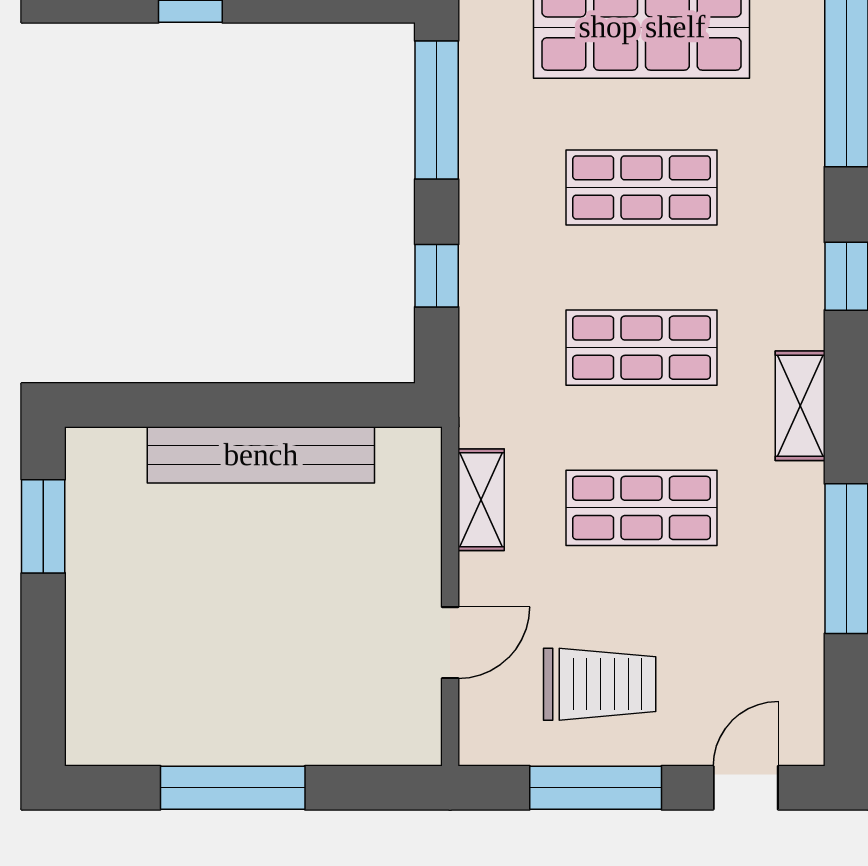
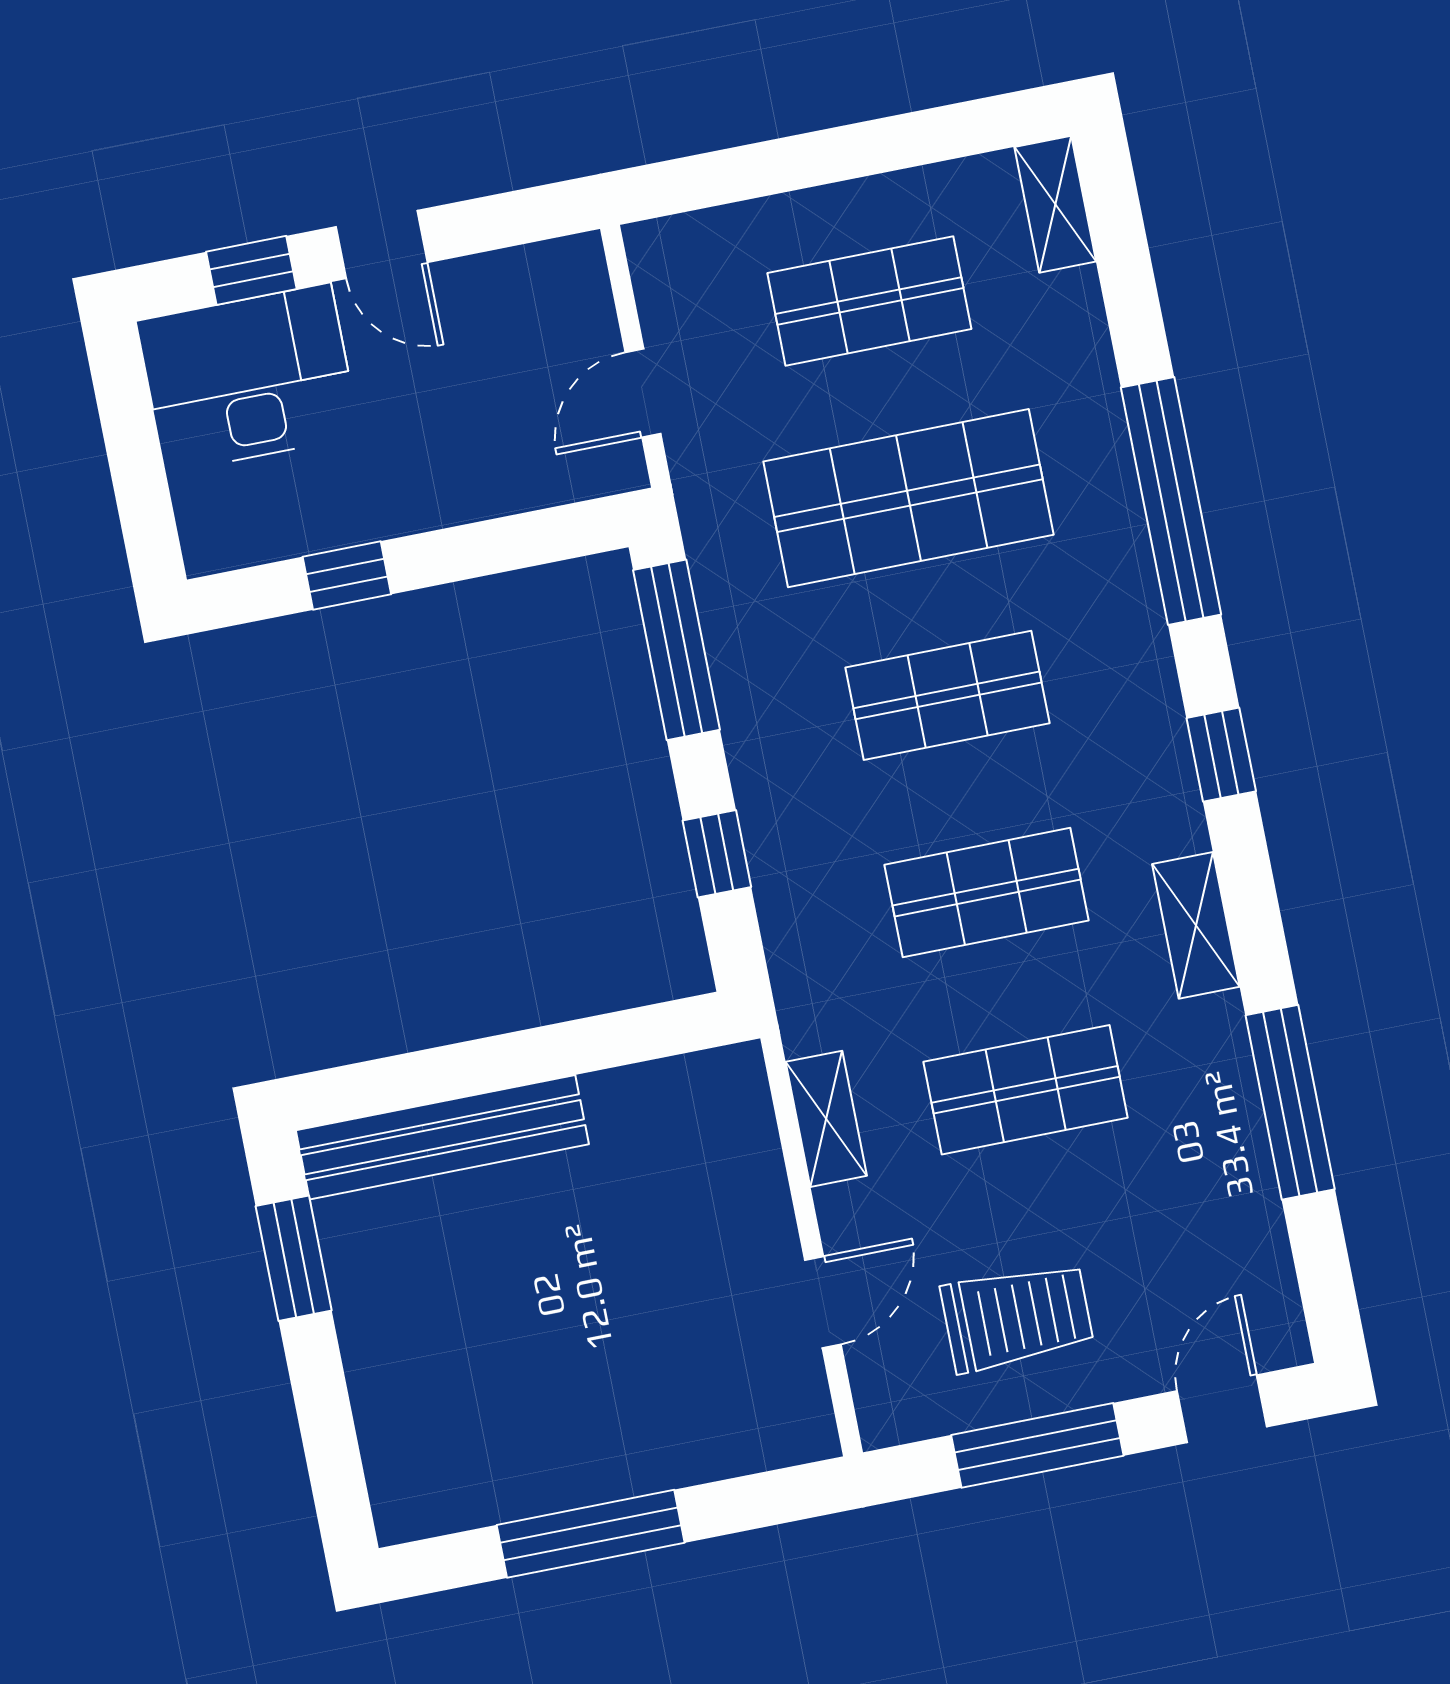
bench: (261, 455) -> (442, 1137), moved

